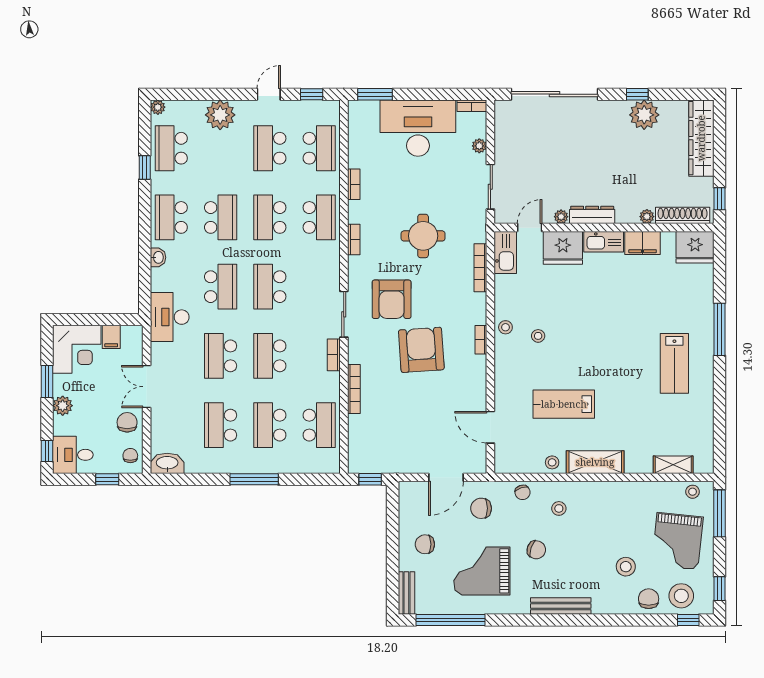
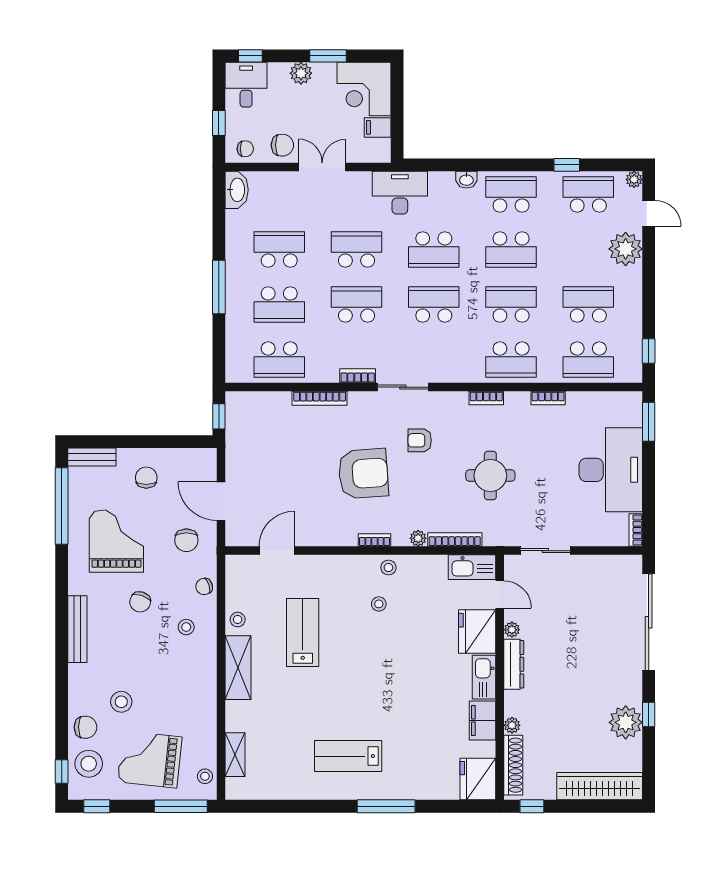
door: (269, 94) -> (649, 213), moved
plant: (479, 146) -> (418, 538), moved
armchair: (392, 299) -> (420, 440), width x0.53, depth x0.53
school desk: (270, 425) -> (279, 305), turned 180
chair: (481, 508) -> (186, 540), turned 180

